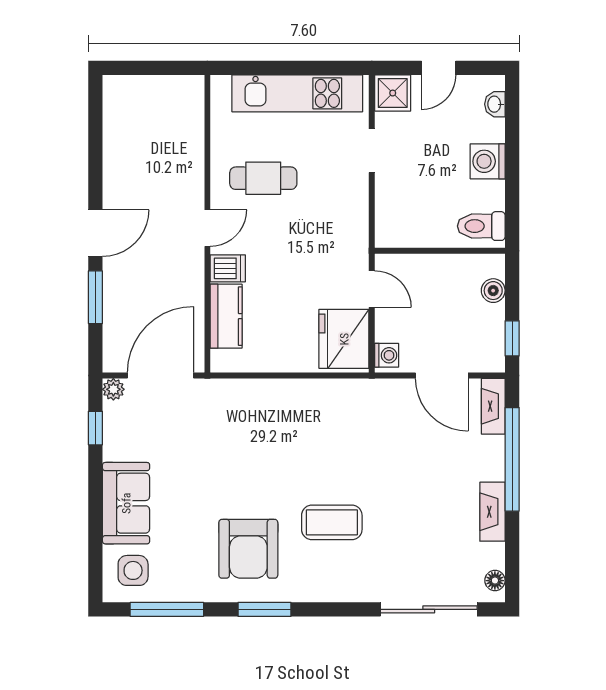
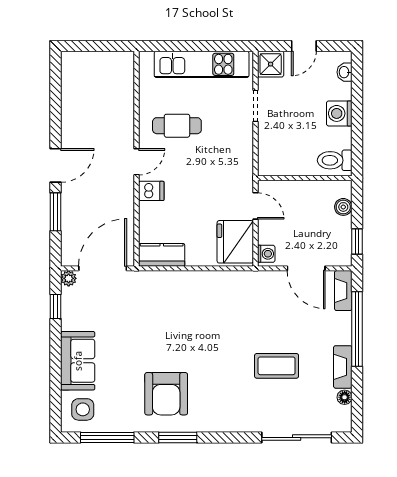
kitchen counter: (226, 316) -> (162, 255), moved, turned -90
coffee table: (332, 522) -> (277, 366), moved
floor lamp: (495, 581) -> (345, 397), moved

